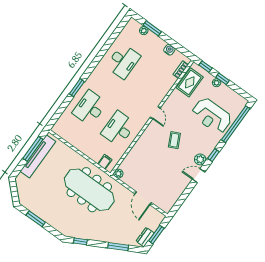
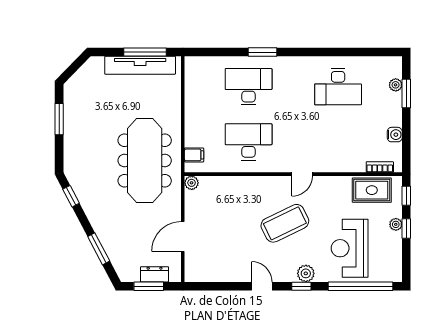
coffee table: (174, 140) -> (285, 223), width x1.86, depth x1.72
plant: (200, 159) -> (306, 273), moved
dresser: (145, 237) -> (155, 274), moved

